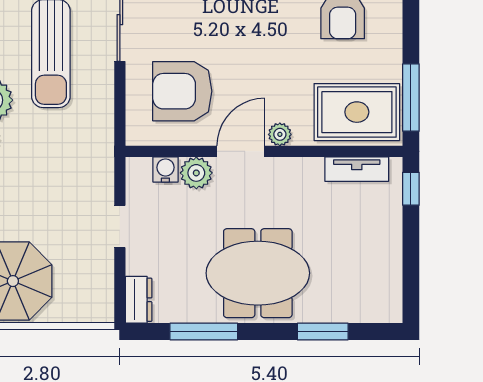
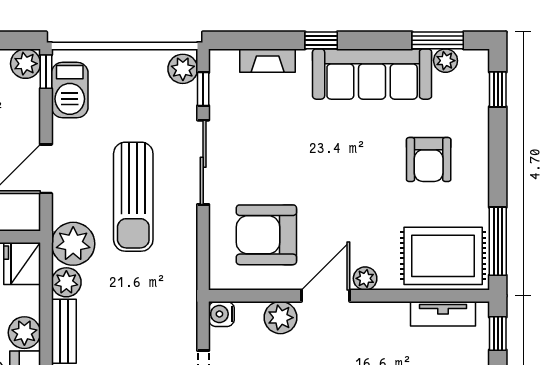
water cooler: (165, 169) -> (221, 314), moved, turned -90

